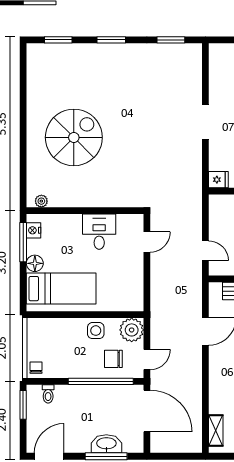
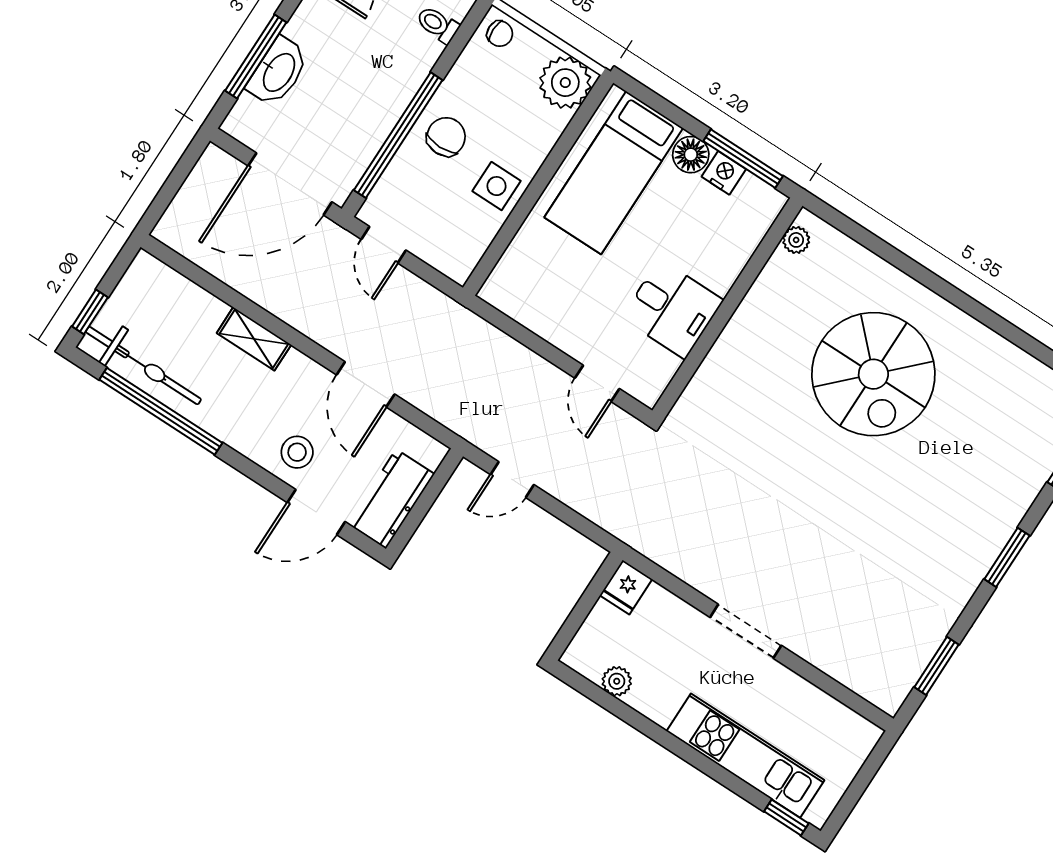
nightstand: (34, 230) -> (724, 173), moved
plant: (132, 330) -> (565, 83), moved
chair: (113, 359) -> (446, 137), moved
shelving: (216, 431) -> (254, 339), moved

